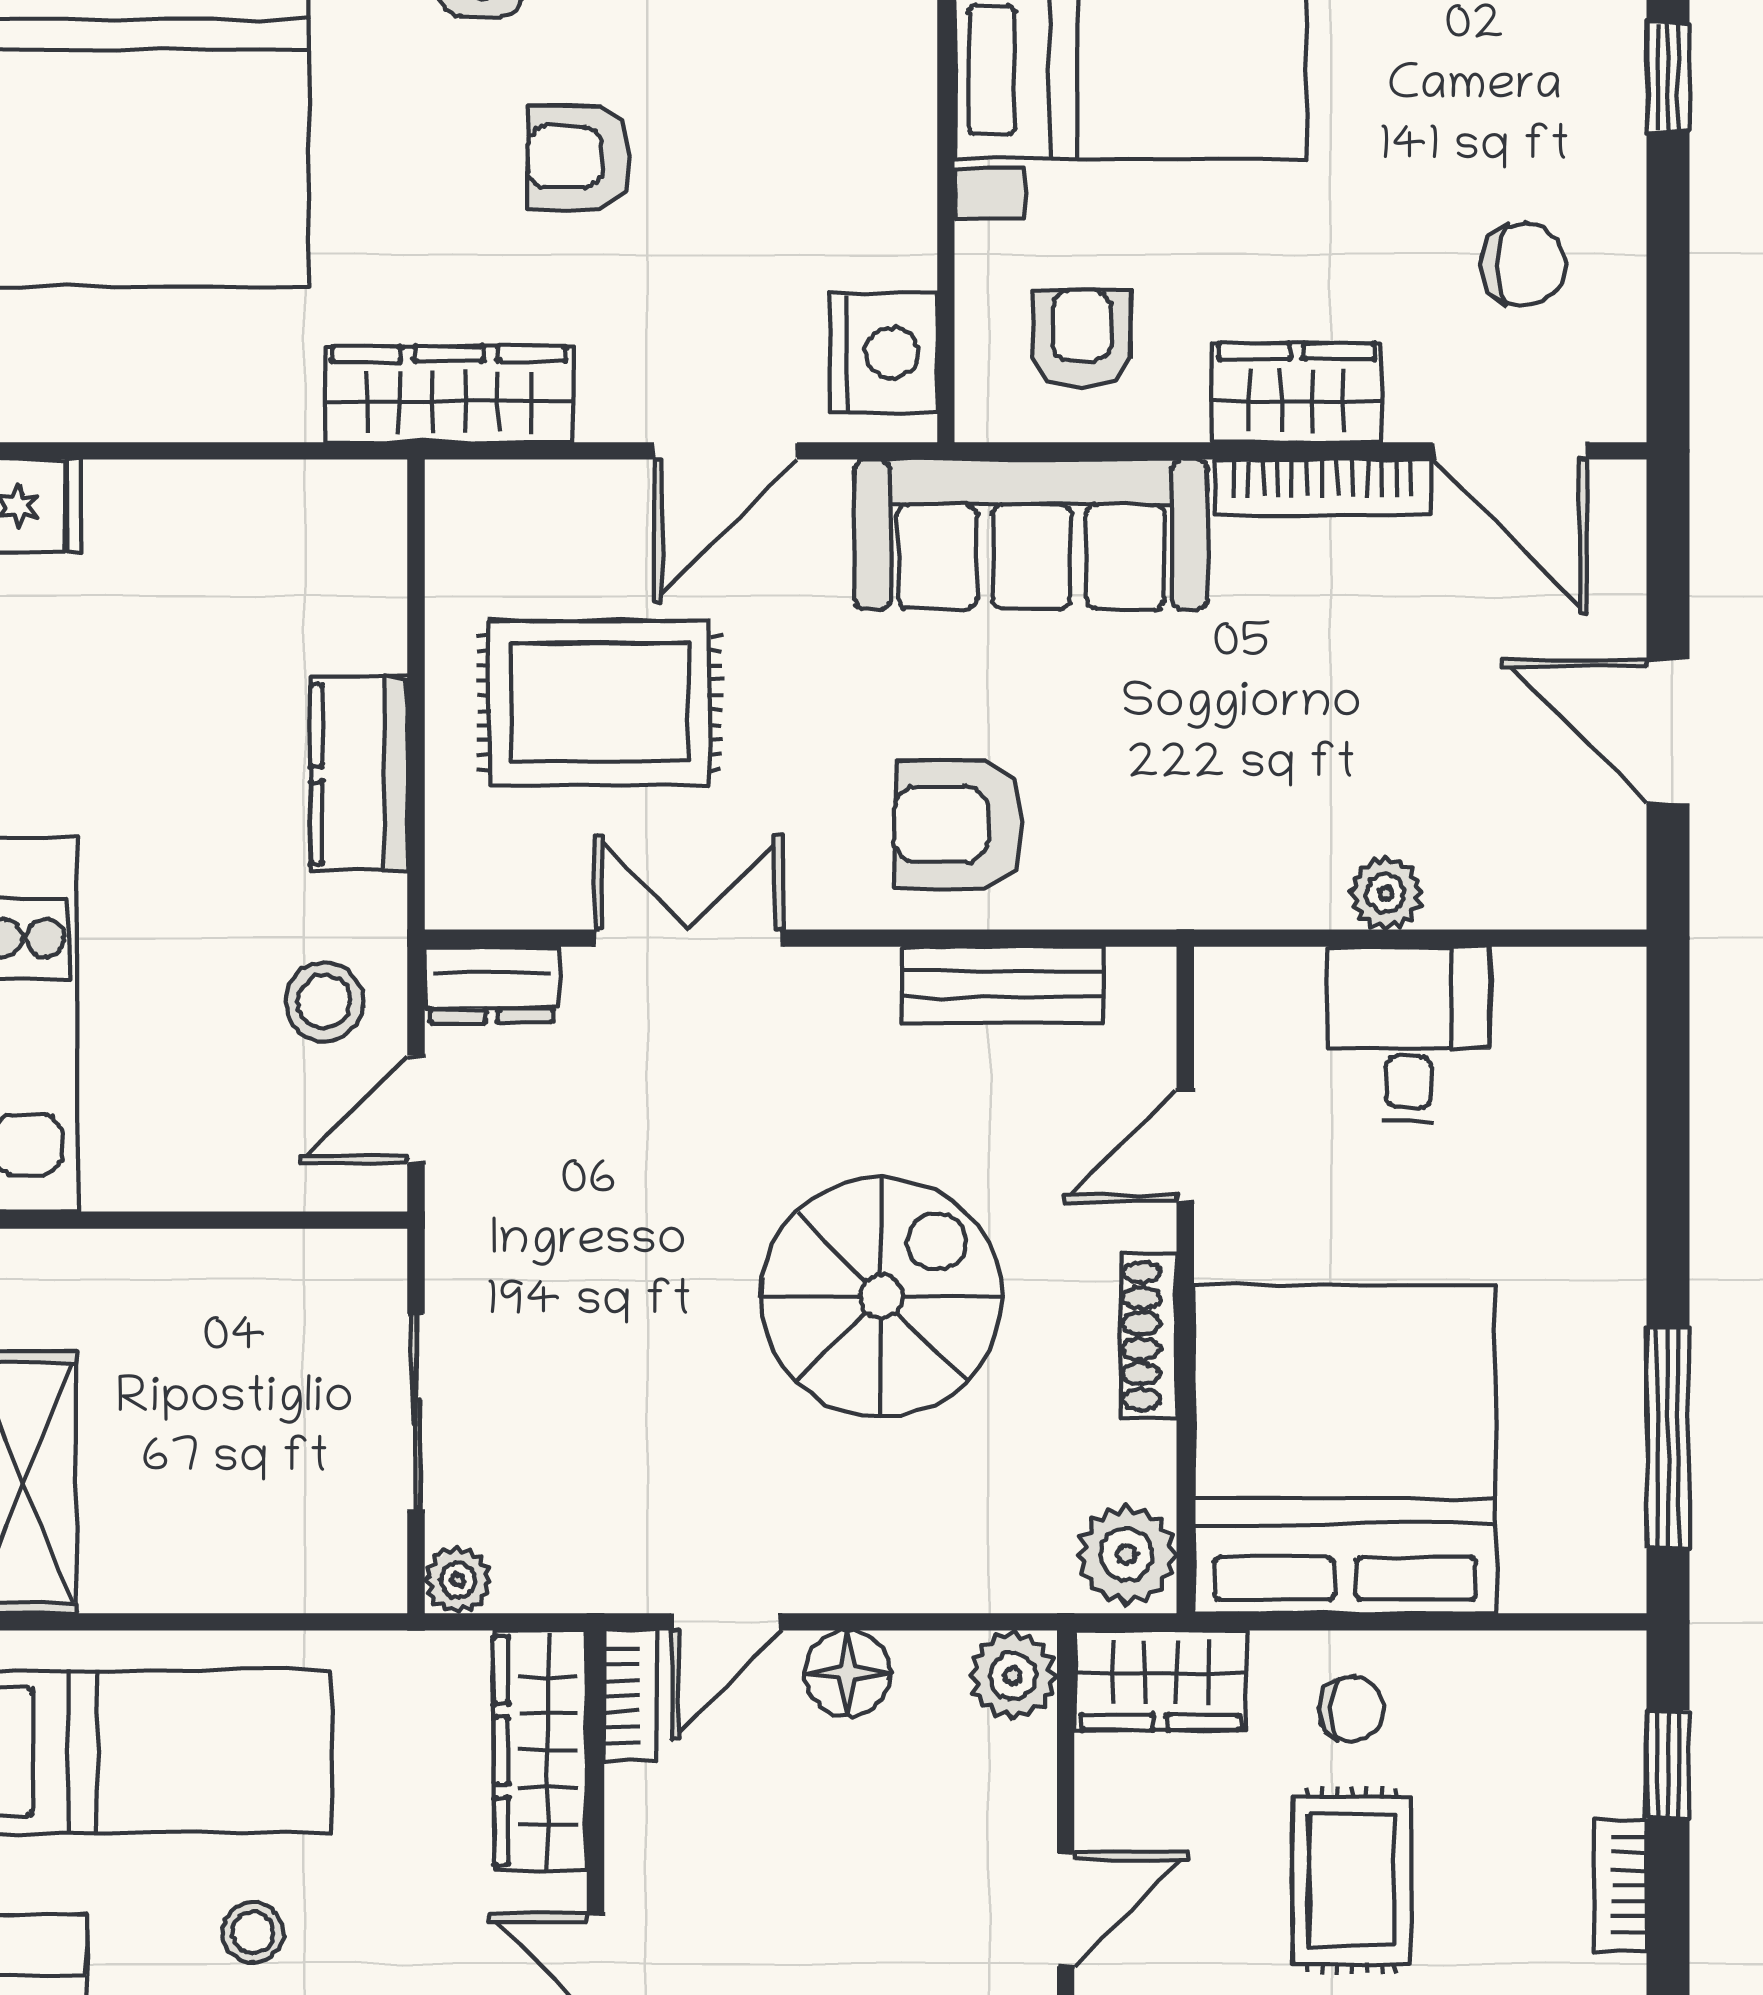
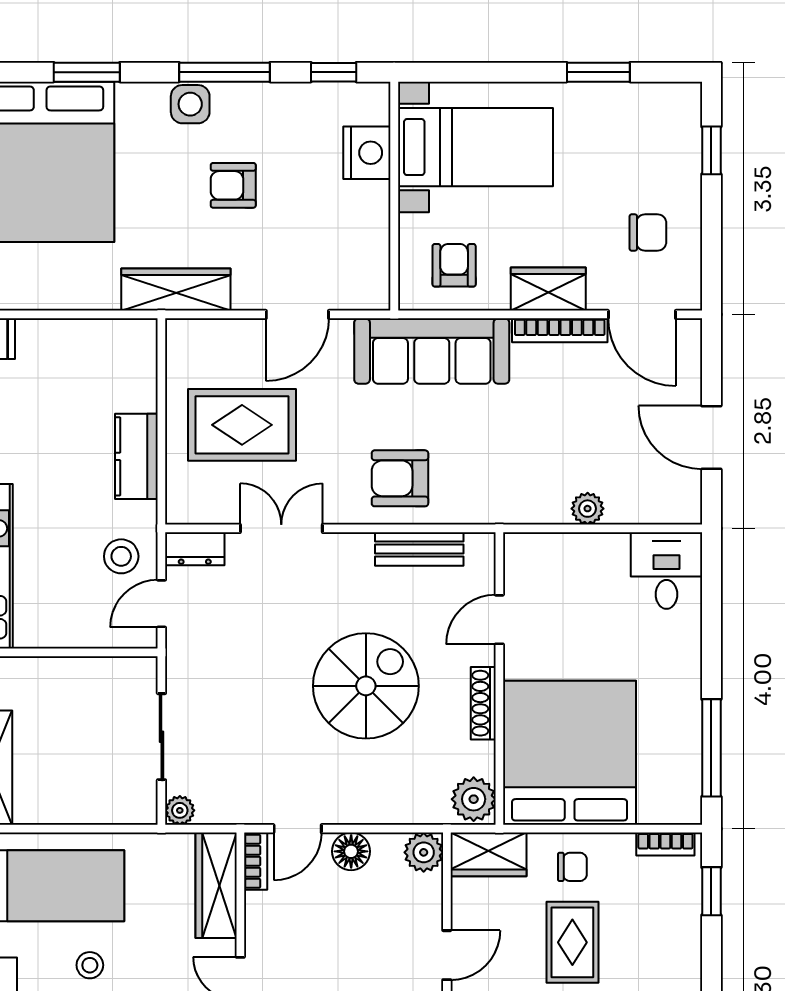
nightstand: (884, 352) -> (367, 153), moved
desk: (1409, 1034) -> (666, 571), moved
bookcase: (1620, 1885) -> (665, 844), moved, turned -90

